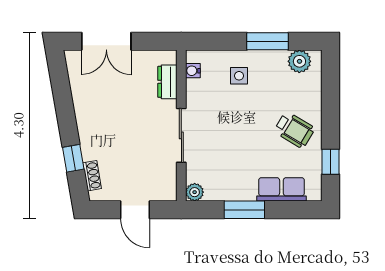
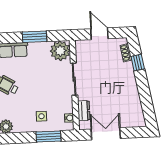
double door: (106, 41) -> (106, 134), moved
window: (267, 41) -> (49, 136), moved
plant: (195, 192) -> (60, 51), width x1.88, depth x1.88

